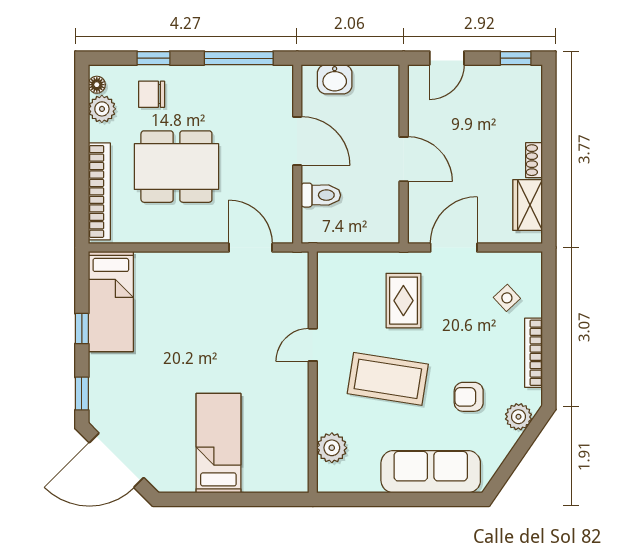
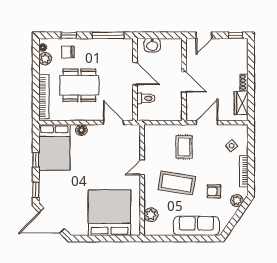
floor lamp: (181, 264) -> (81, 130), added
bed: (111, 301) -> (54, 147), width x1.50
bed: (218, 443) -> (109, 213), width x2.04

